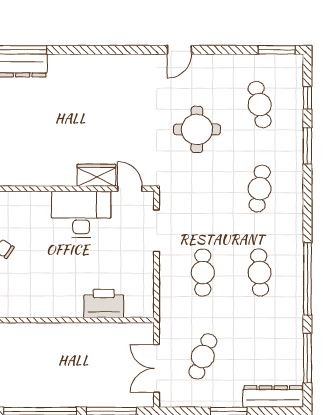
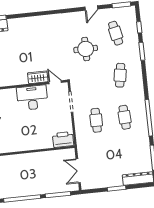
door: (179, 50) -> (91, 8), moved
printer: (104, 303) -> (63, 139), moved
cafe table: (203, 357) -> (101, 162), removed

